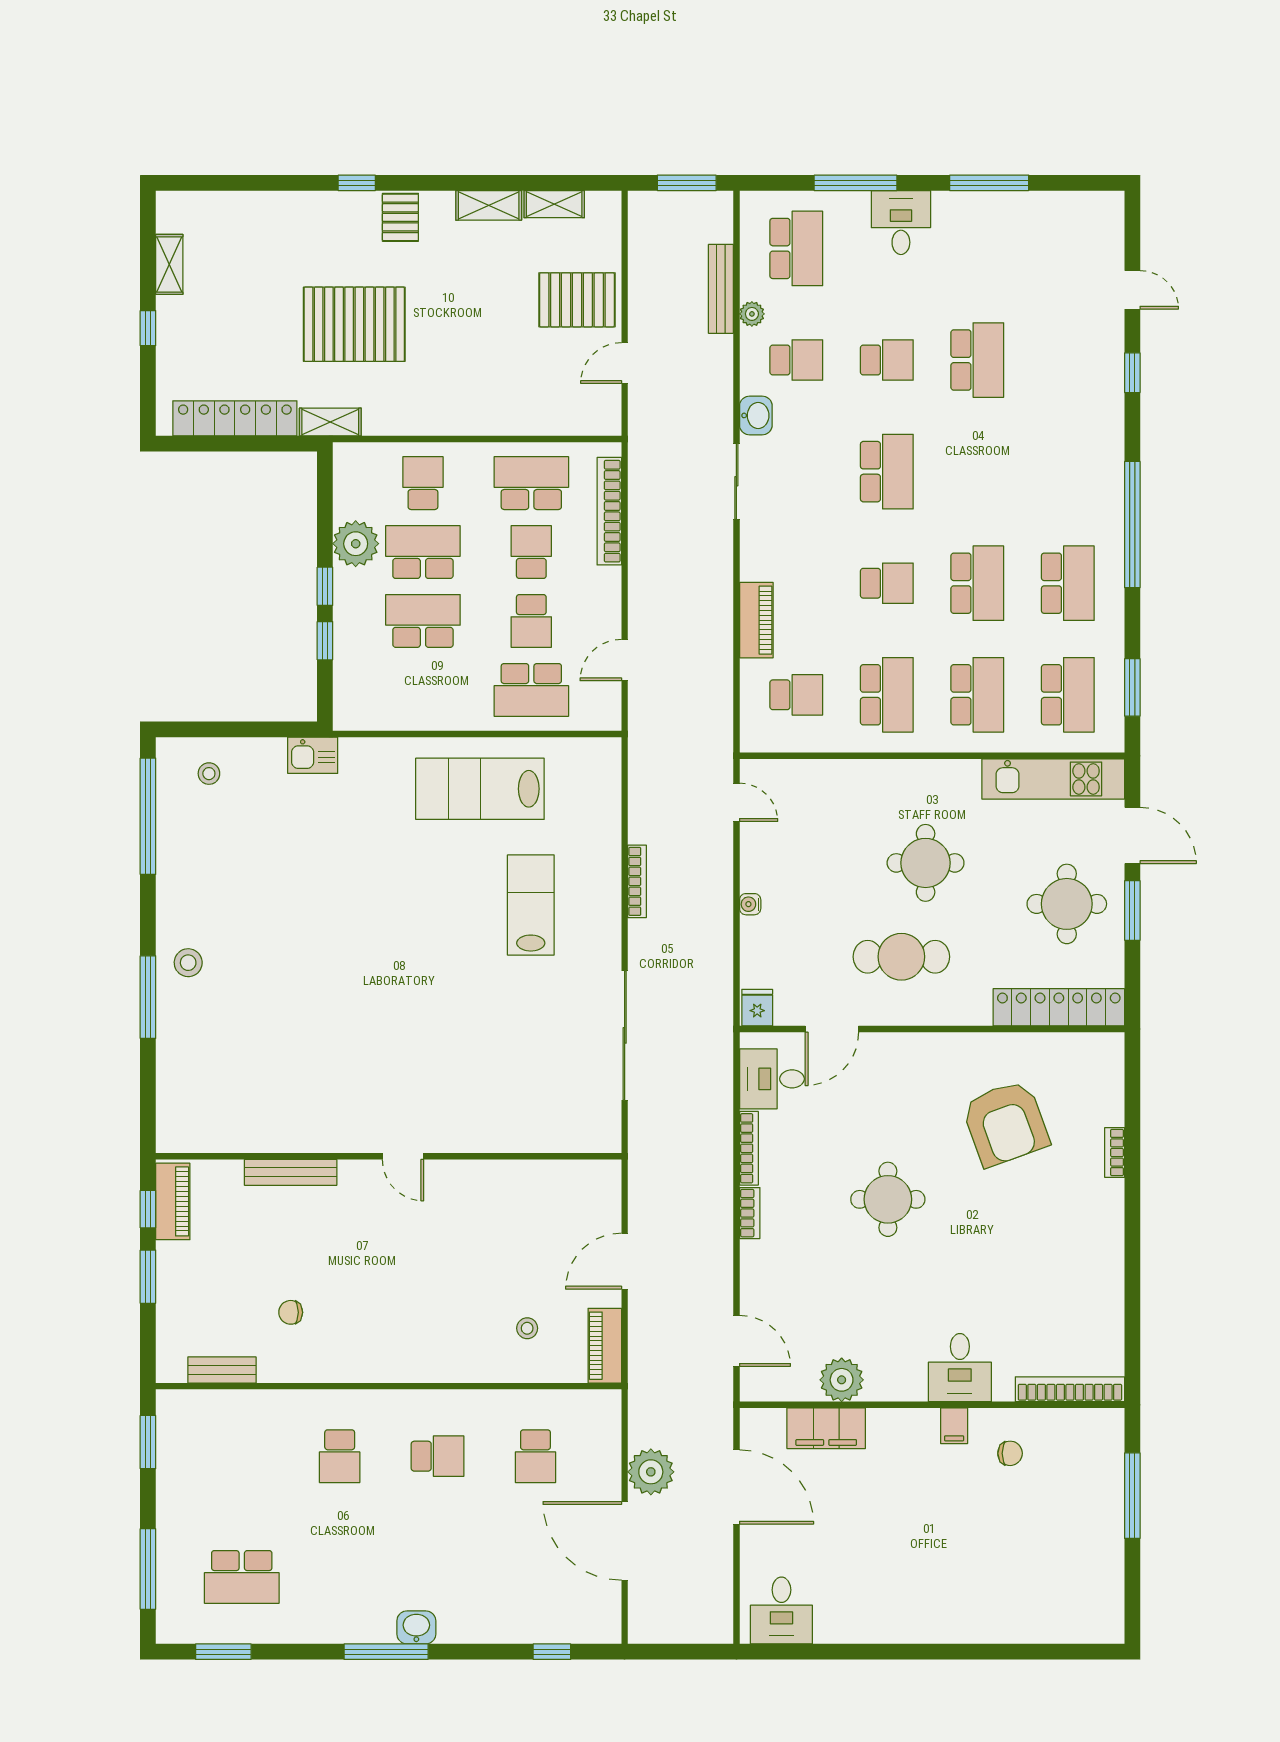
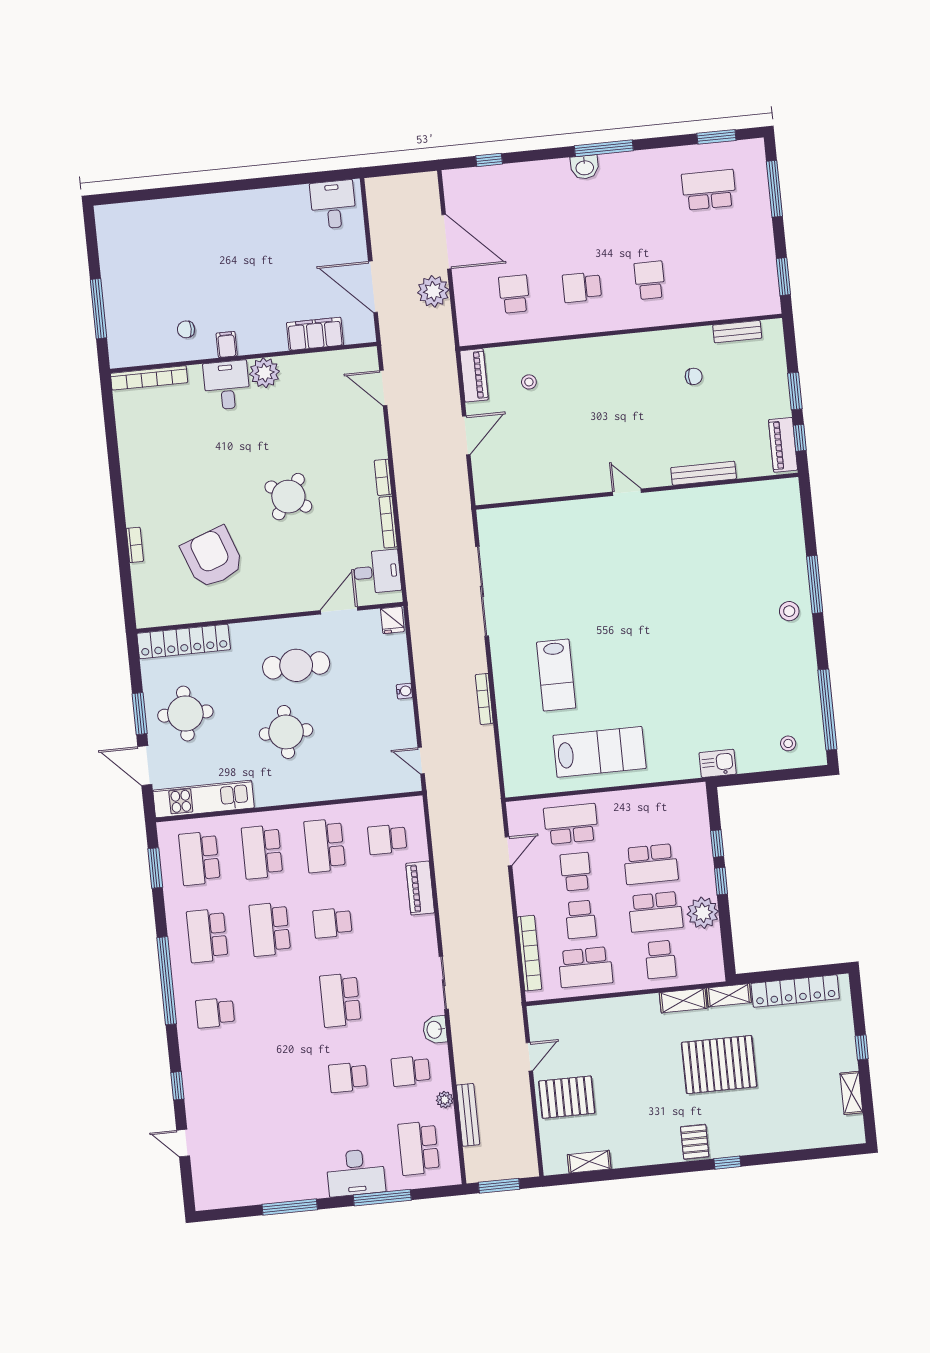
shelving: (489, 205) -> (683, 1001), moved
desk: (901, 223) -> (356, 1173), width x1.37
school desk: (977, 360) -> (215, 1013), moved, width x0.54
round table: (888, 1199) -> (288, 497), turned 35
plant: (842, 1380) -> (265, 373), moved

